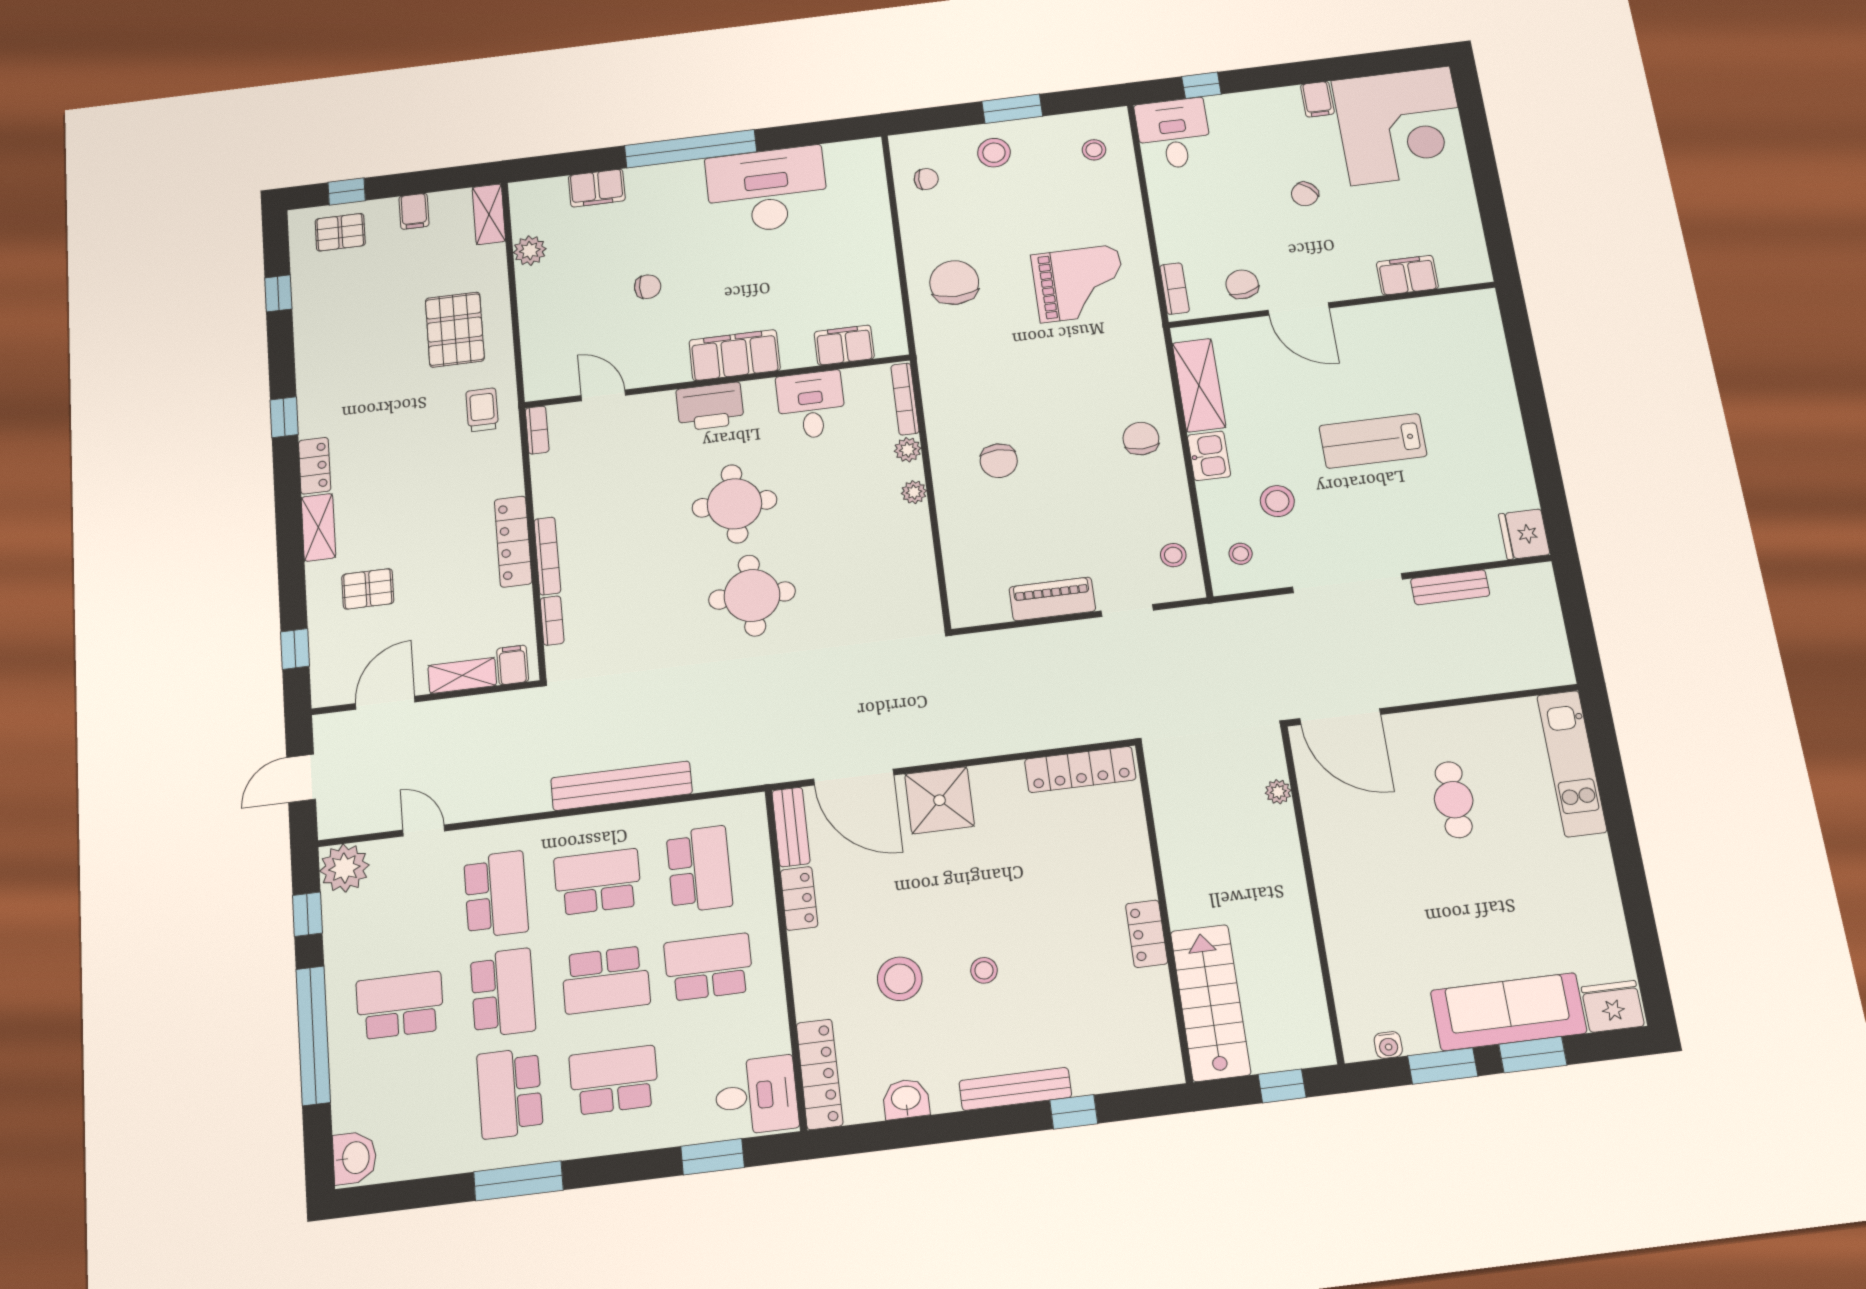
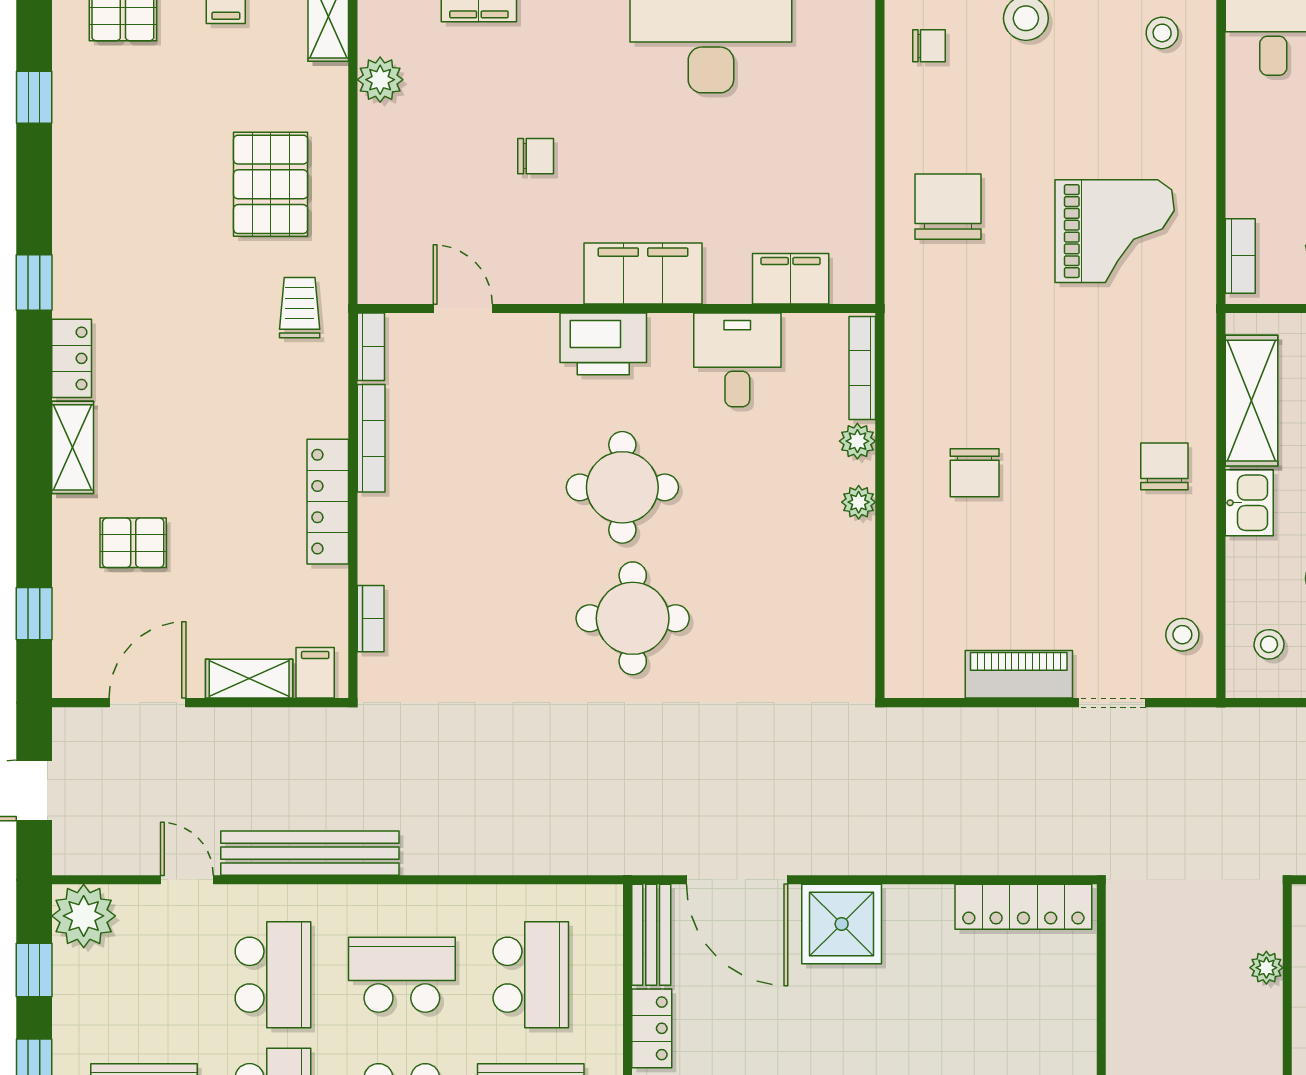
bookcase: (547, 556) -> (371, 438), moved
bench: (621, 786) -> (310, 853), moved

